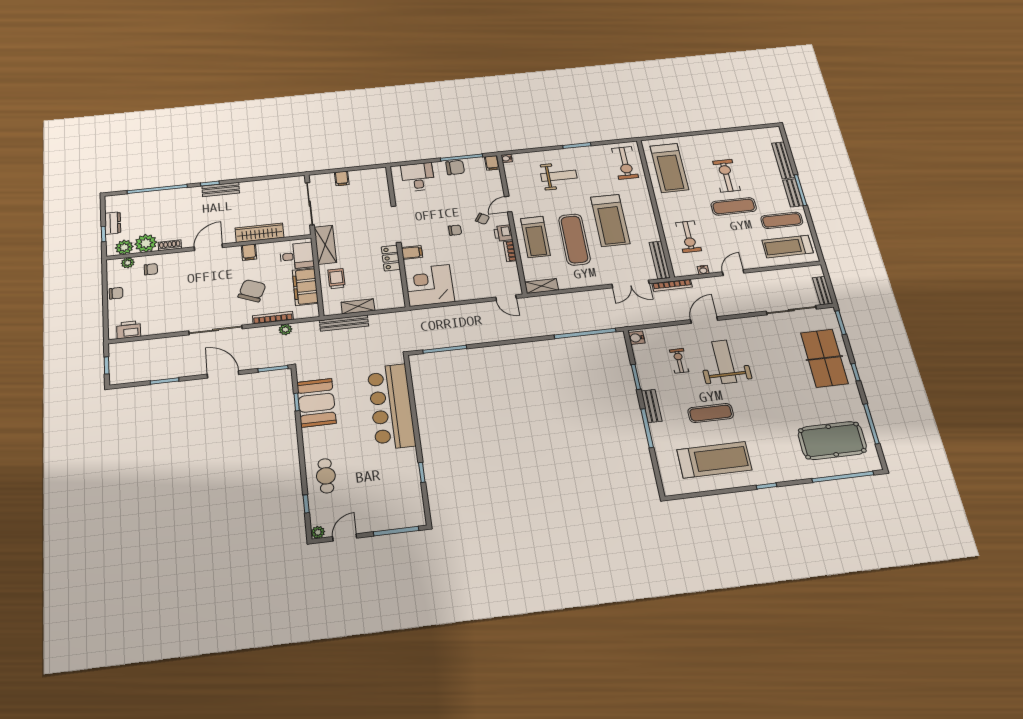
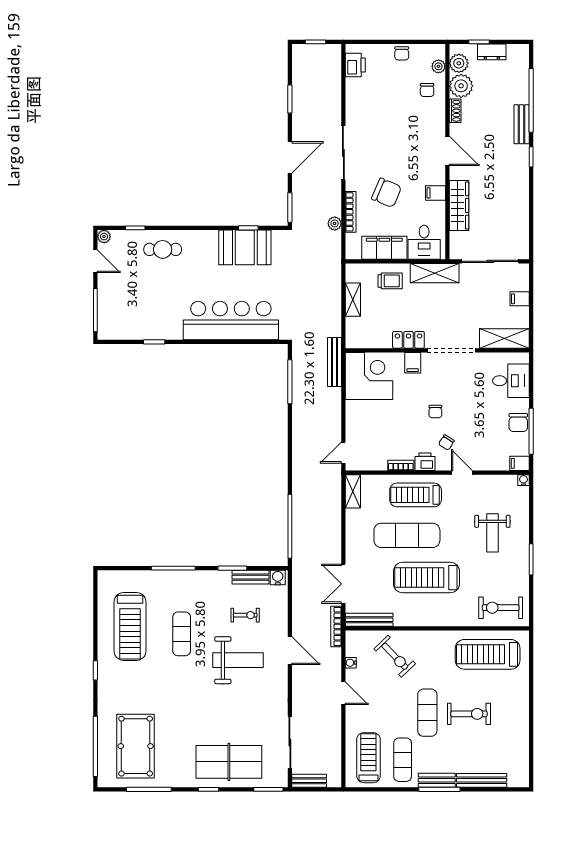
shelving: (380, 186) -> (504, 338), added
bench: (221, 189) -> (522, 124), moved
exercise bike: (689, 237) -> (395, 656), turned -134
bench: (344, 323) -> (334, 362), moved
bench: (651, 406) -> (251, 577), moved

